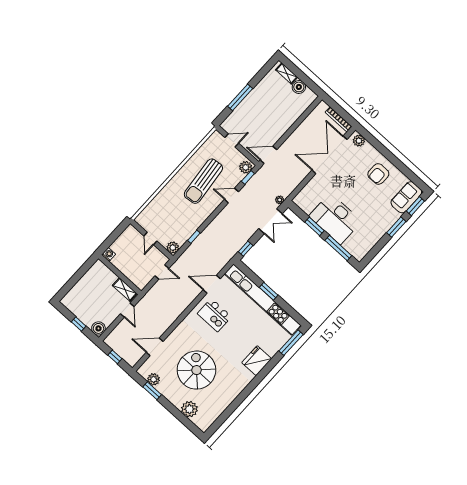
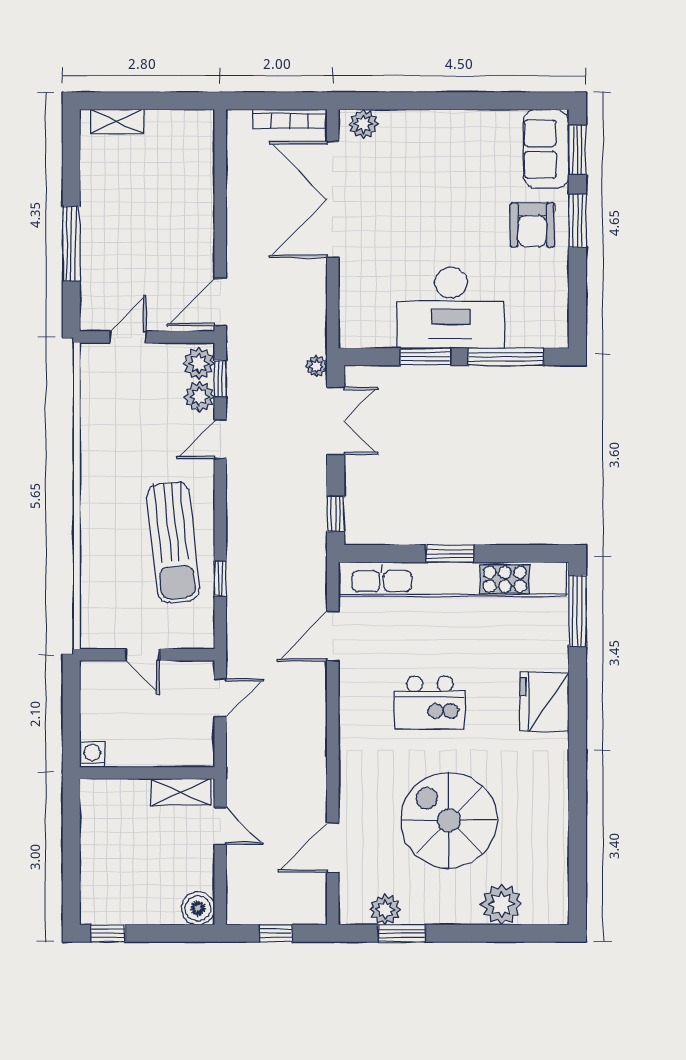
boiler: (299, 87) -> (162, 126), removed
armchair: (378, 174) -> (532, 225), moved
sun lounger: (203, 181) -> (173, 543), moved
plant: (173, 248) -> (199, 397), moved
kitchen island: (214, 315) -> (430, 702), moved
window: (79, 324) -> (108, 933), moved

